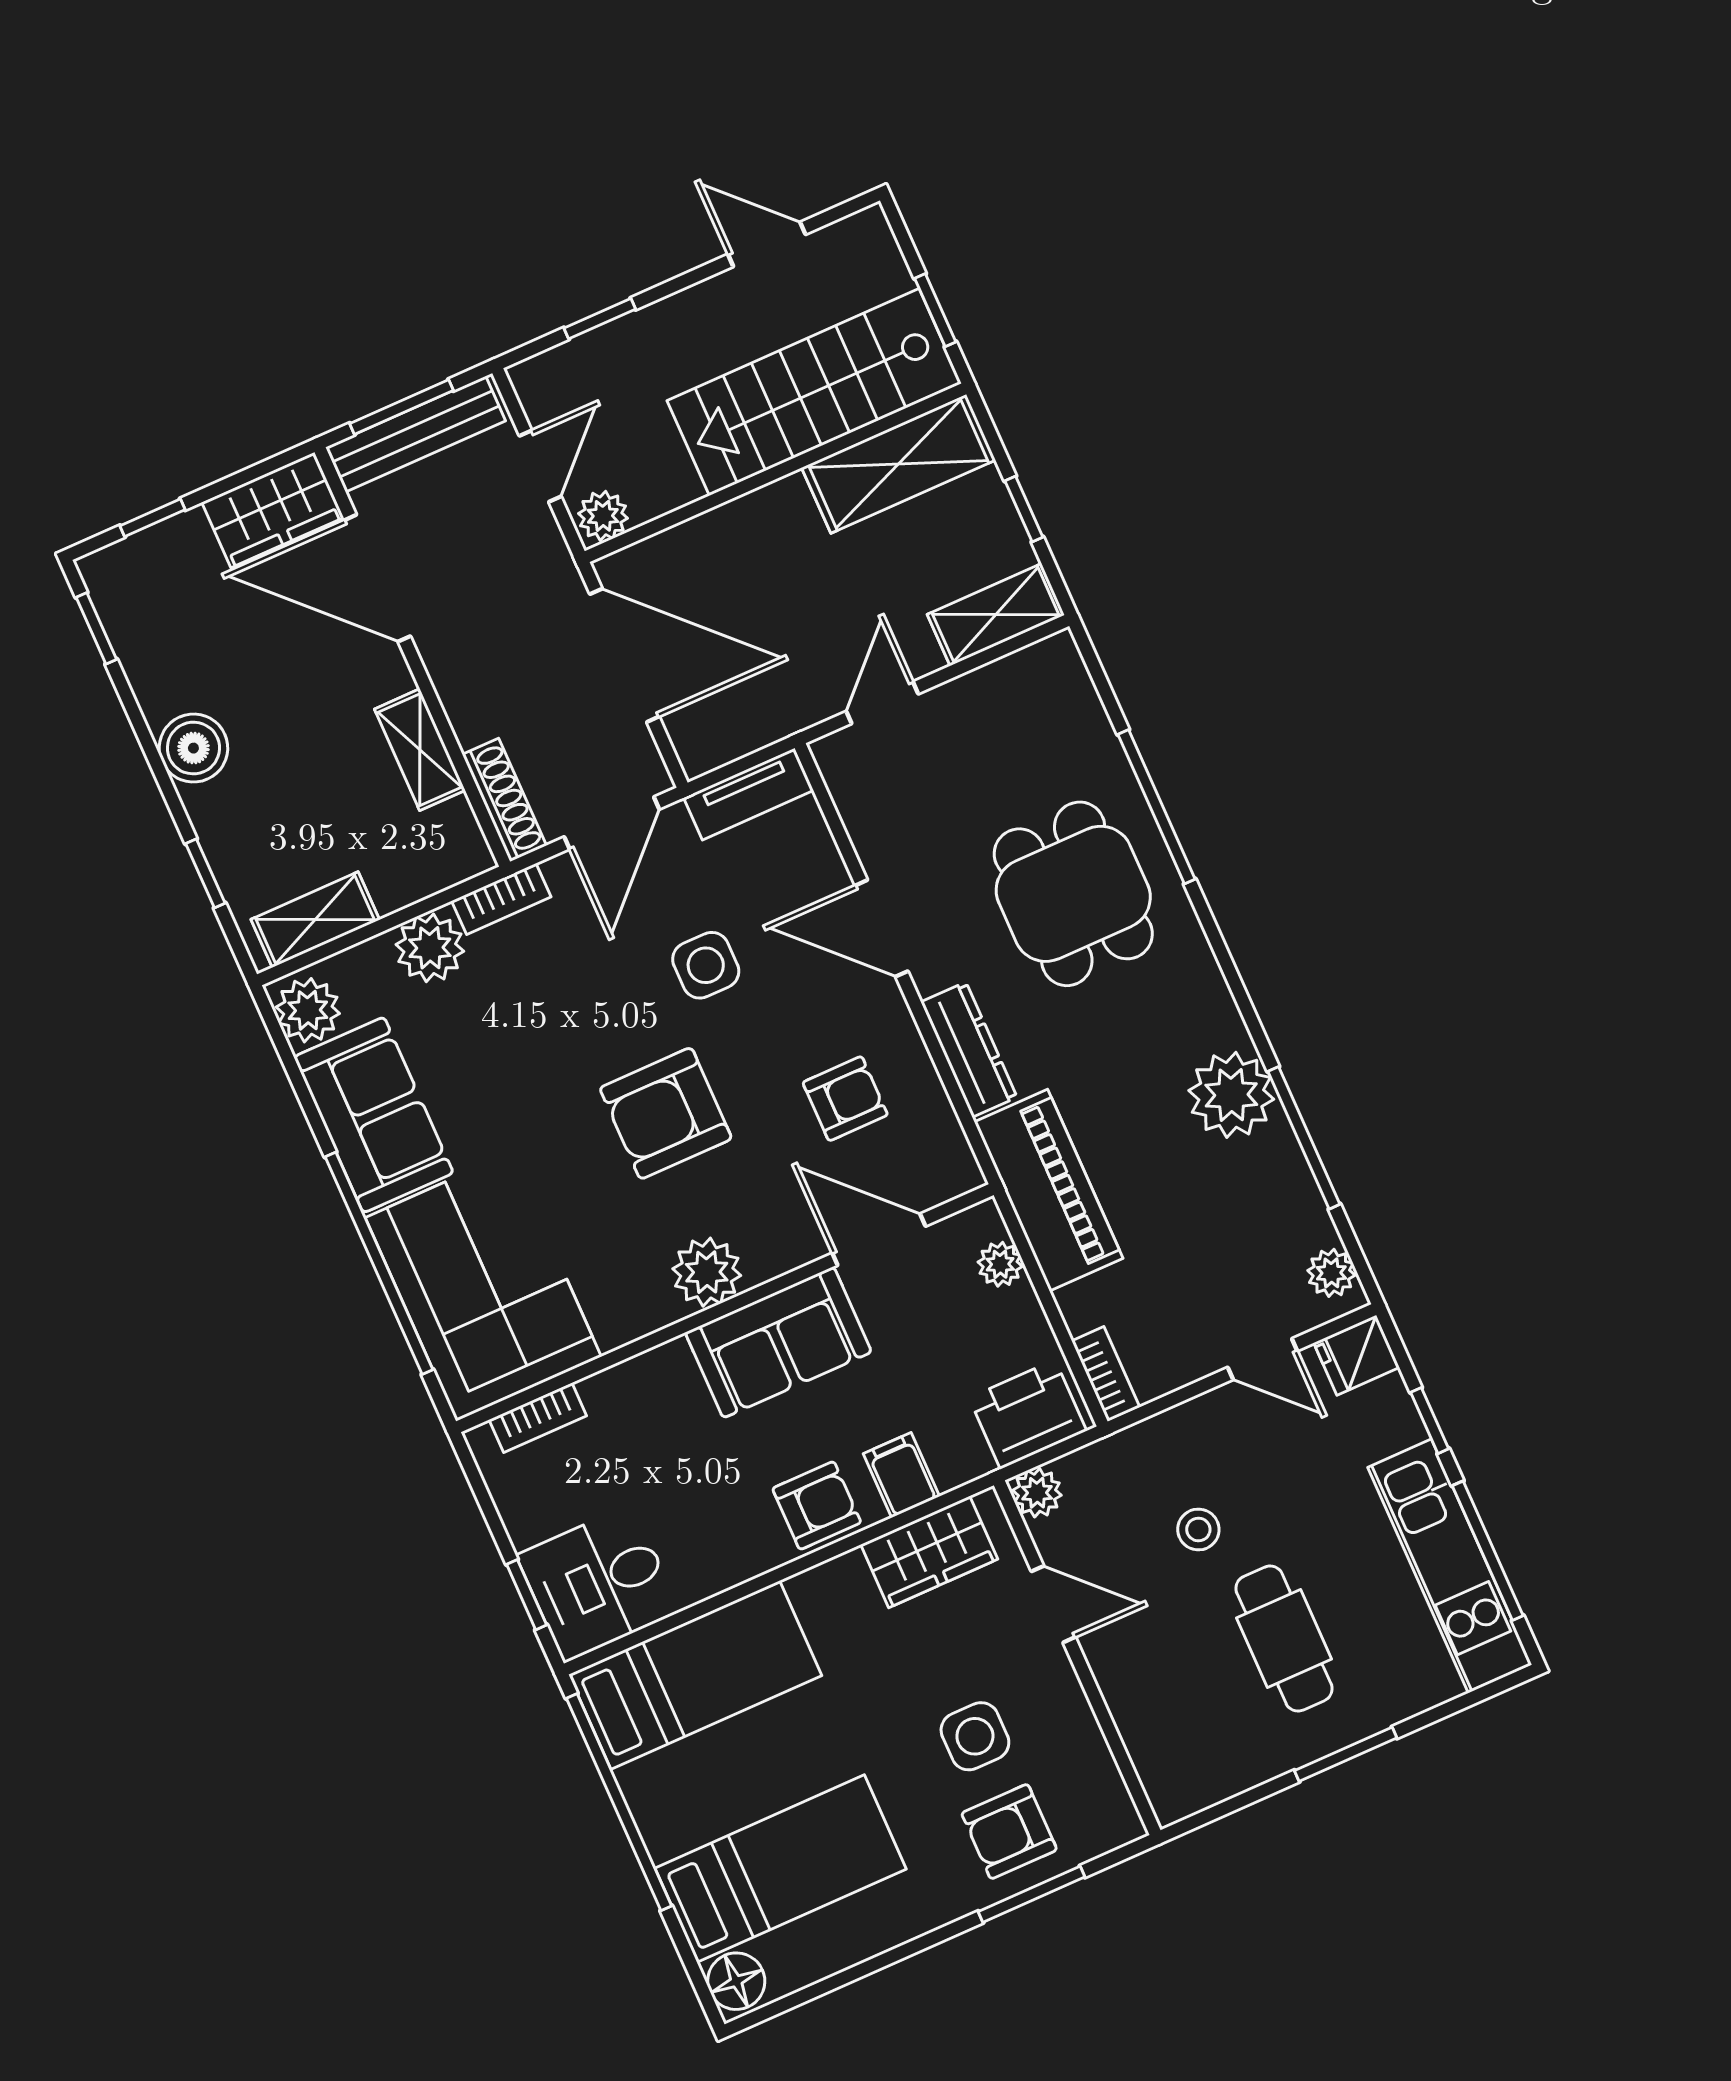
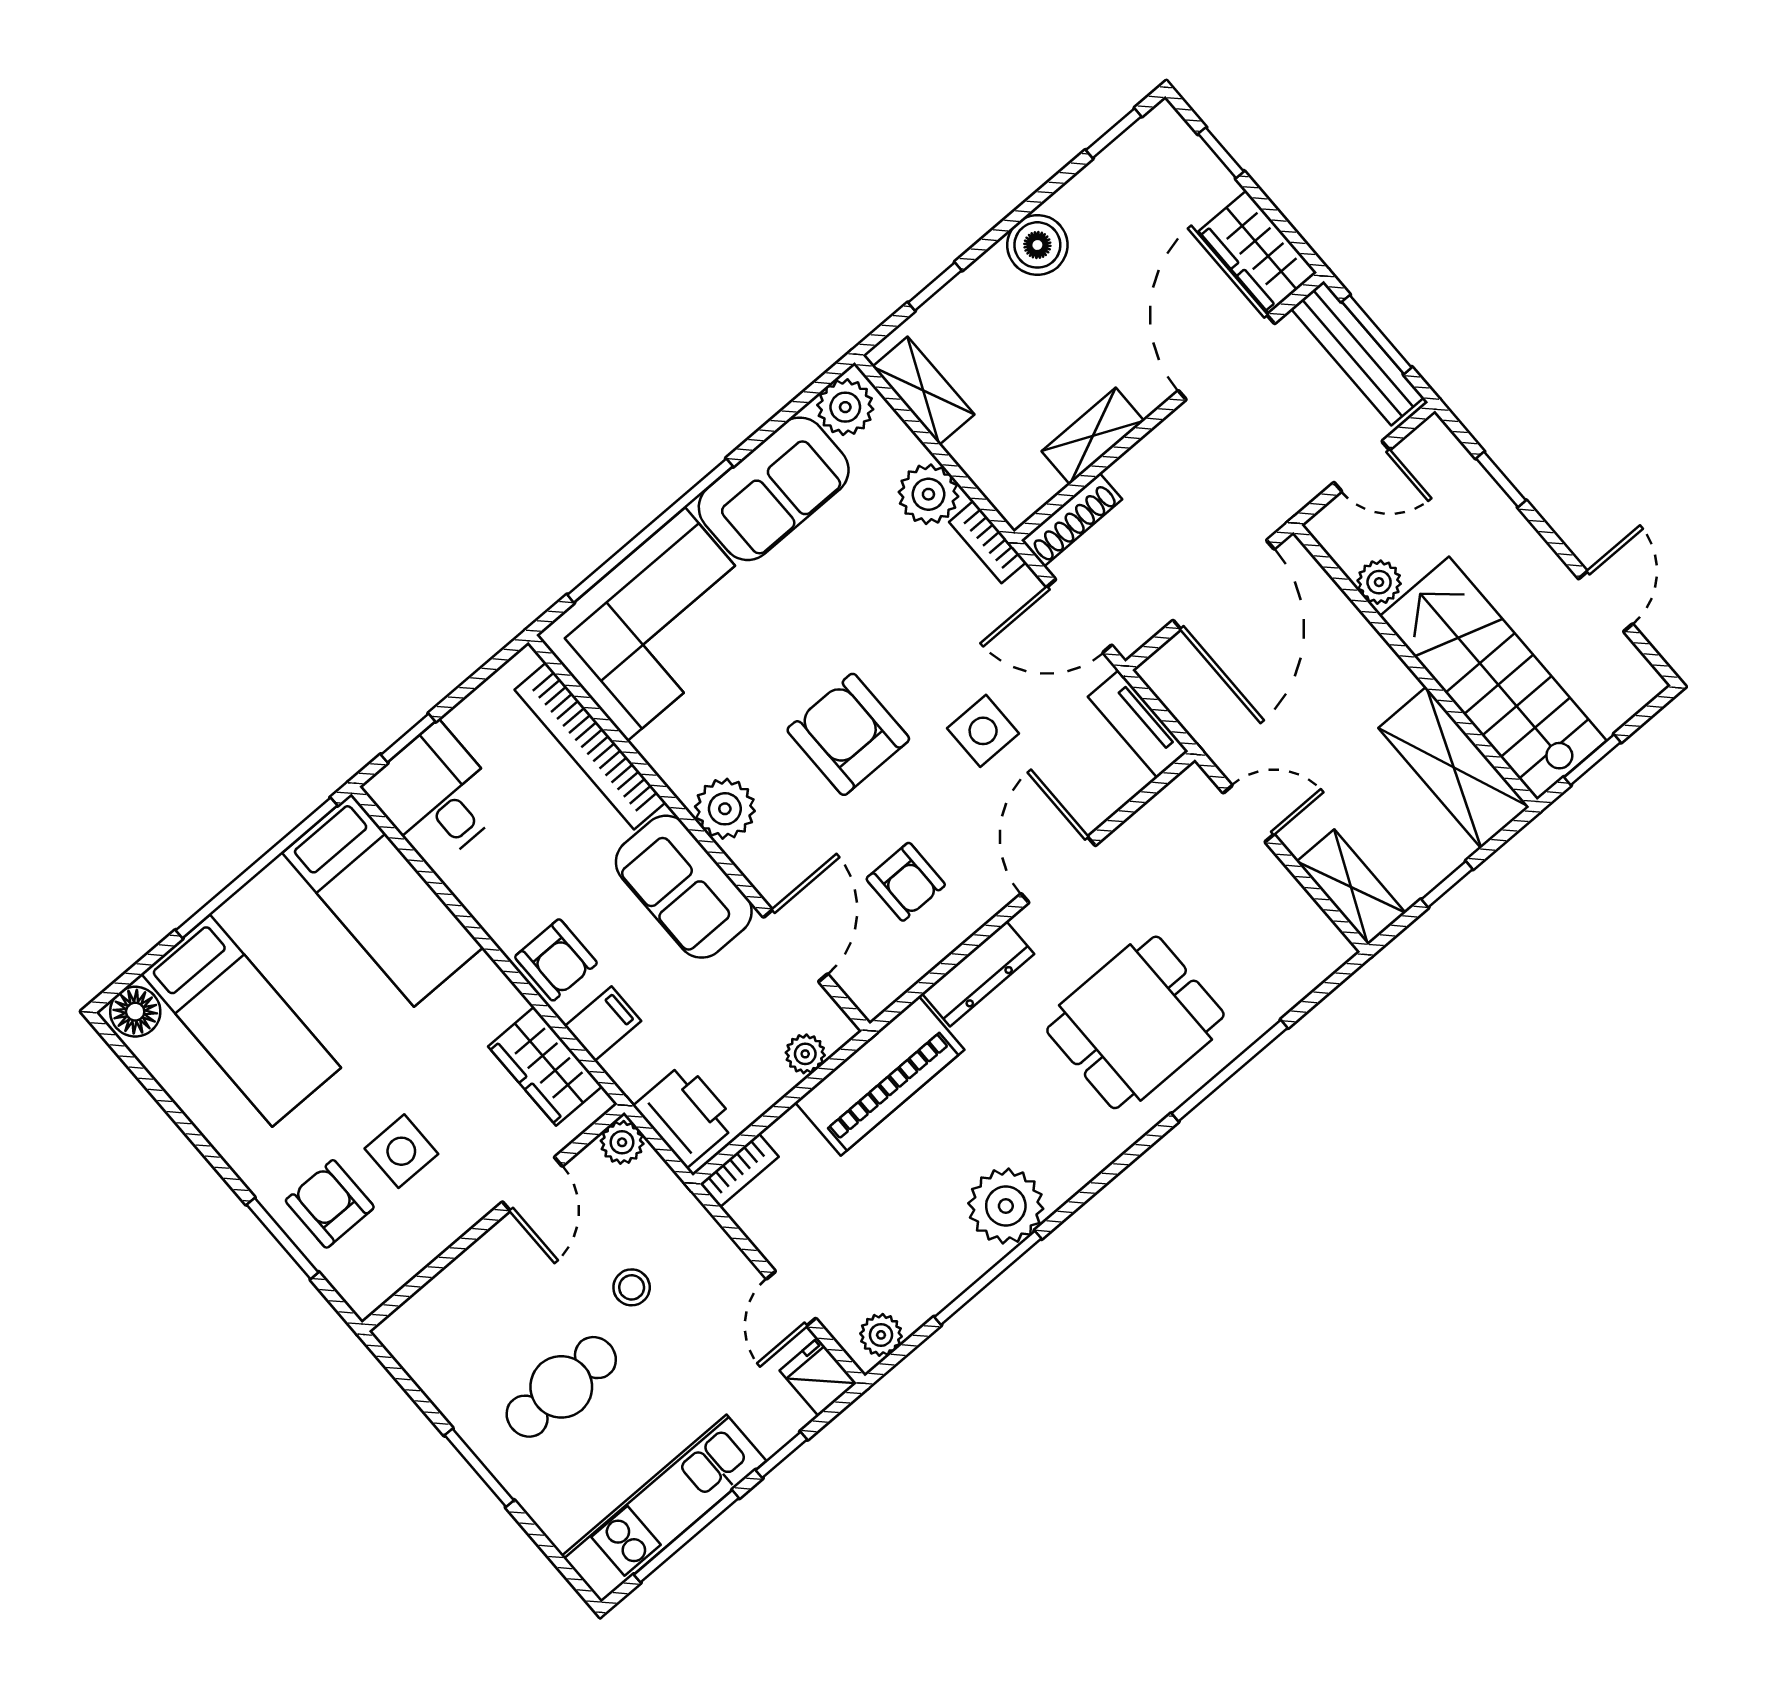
plant: (603, 516) -> (1379, 582), moved
bookcase: (538, 1418) -> (590, 746), width x2.31, depth x1.31

